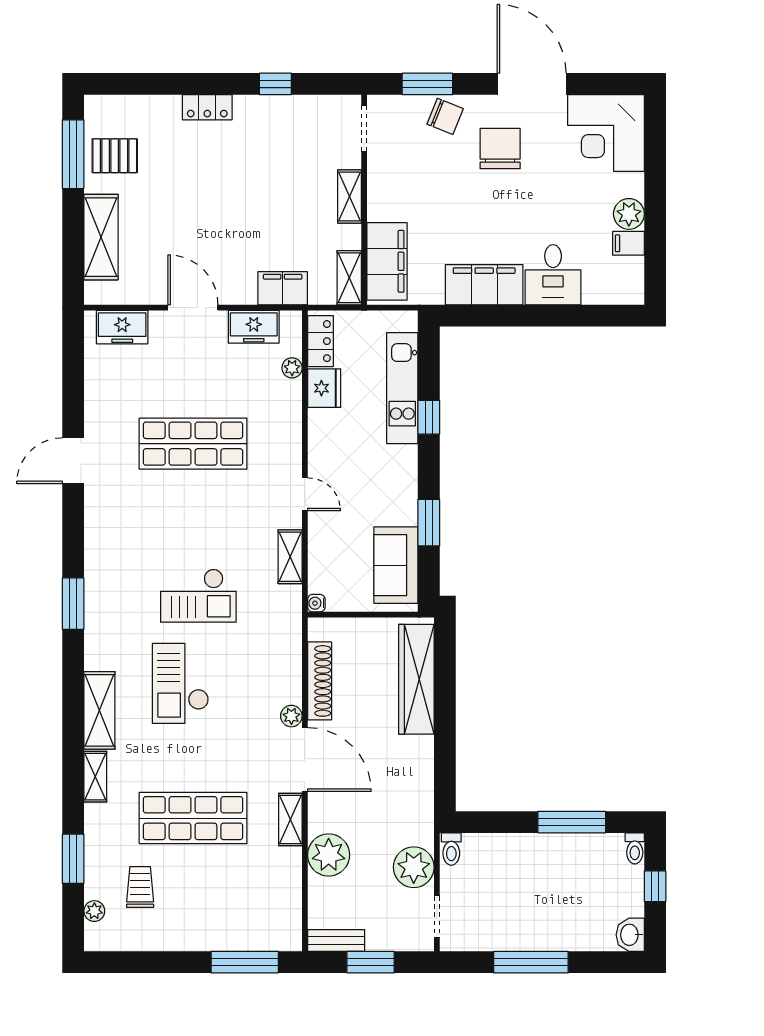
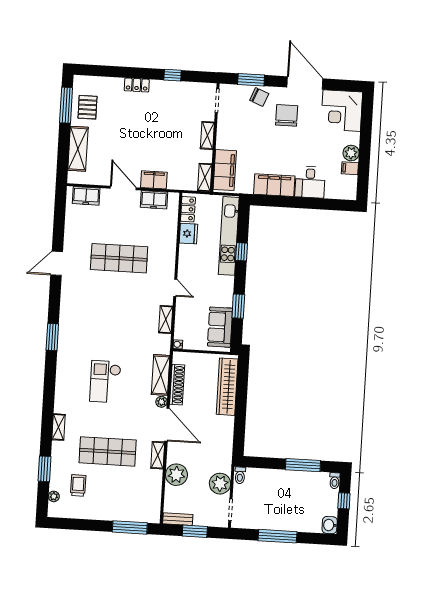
pallet: (115, 156) -> (87, 107), turned 90
filing cabinet: (283, 288) -> (154, 180), moved
plant: (292, 368) -> (172, 222), removed
kitchen unit: (402, 388) -> (229, 236), width x1.36
checkout: (198, 596) -> (117, 337), removed
shelving: (99, 710) -> (161, 375), moved

